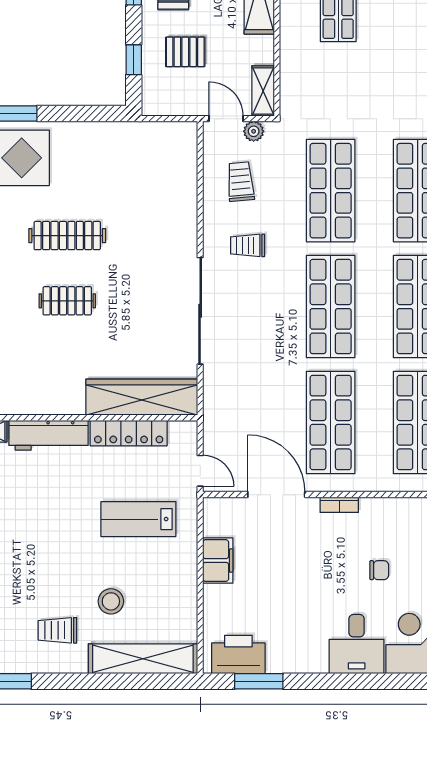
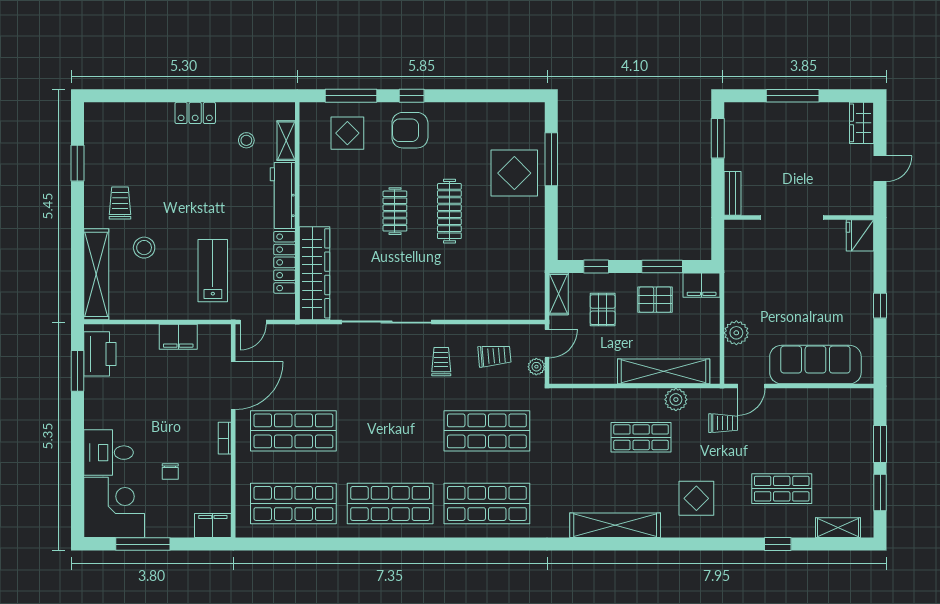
shelving: (263, 91) -> (559, 294), moved, turned 90
shop shelf: (331, 307) -> (390, 431), removed

